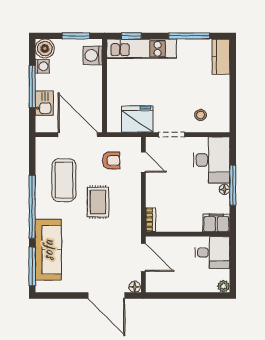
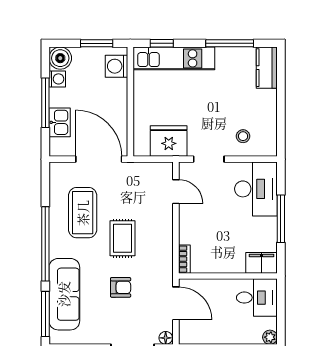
armchair: (111, 160) -> (121, 287), moved
floor lamp: (224, 189) -> (271, 224), removed

